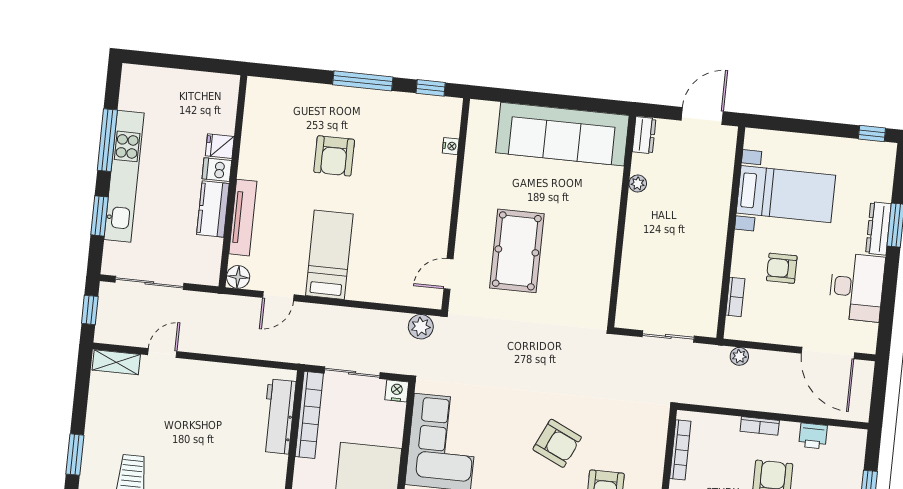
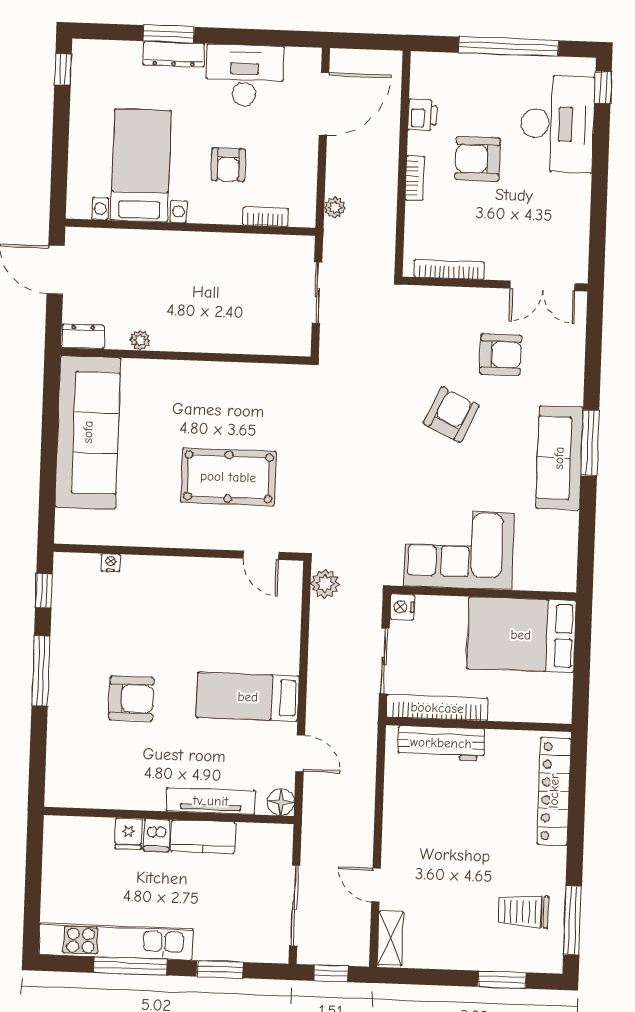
kitchen unit: (124, 176) -> (116, 942), moved

